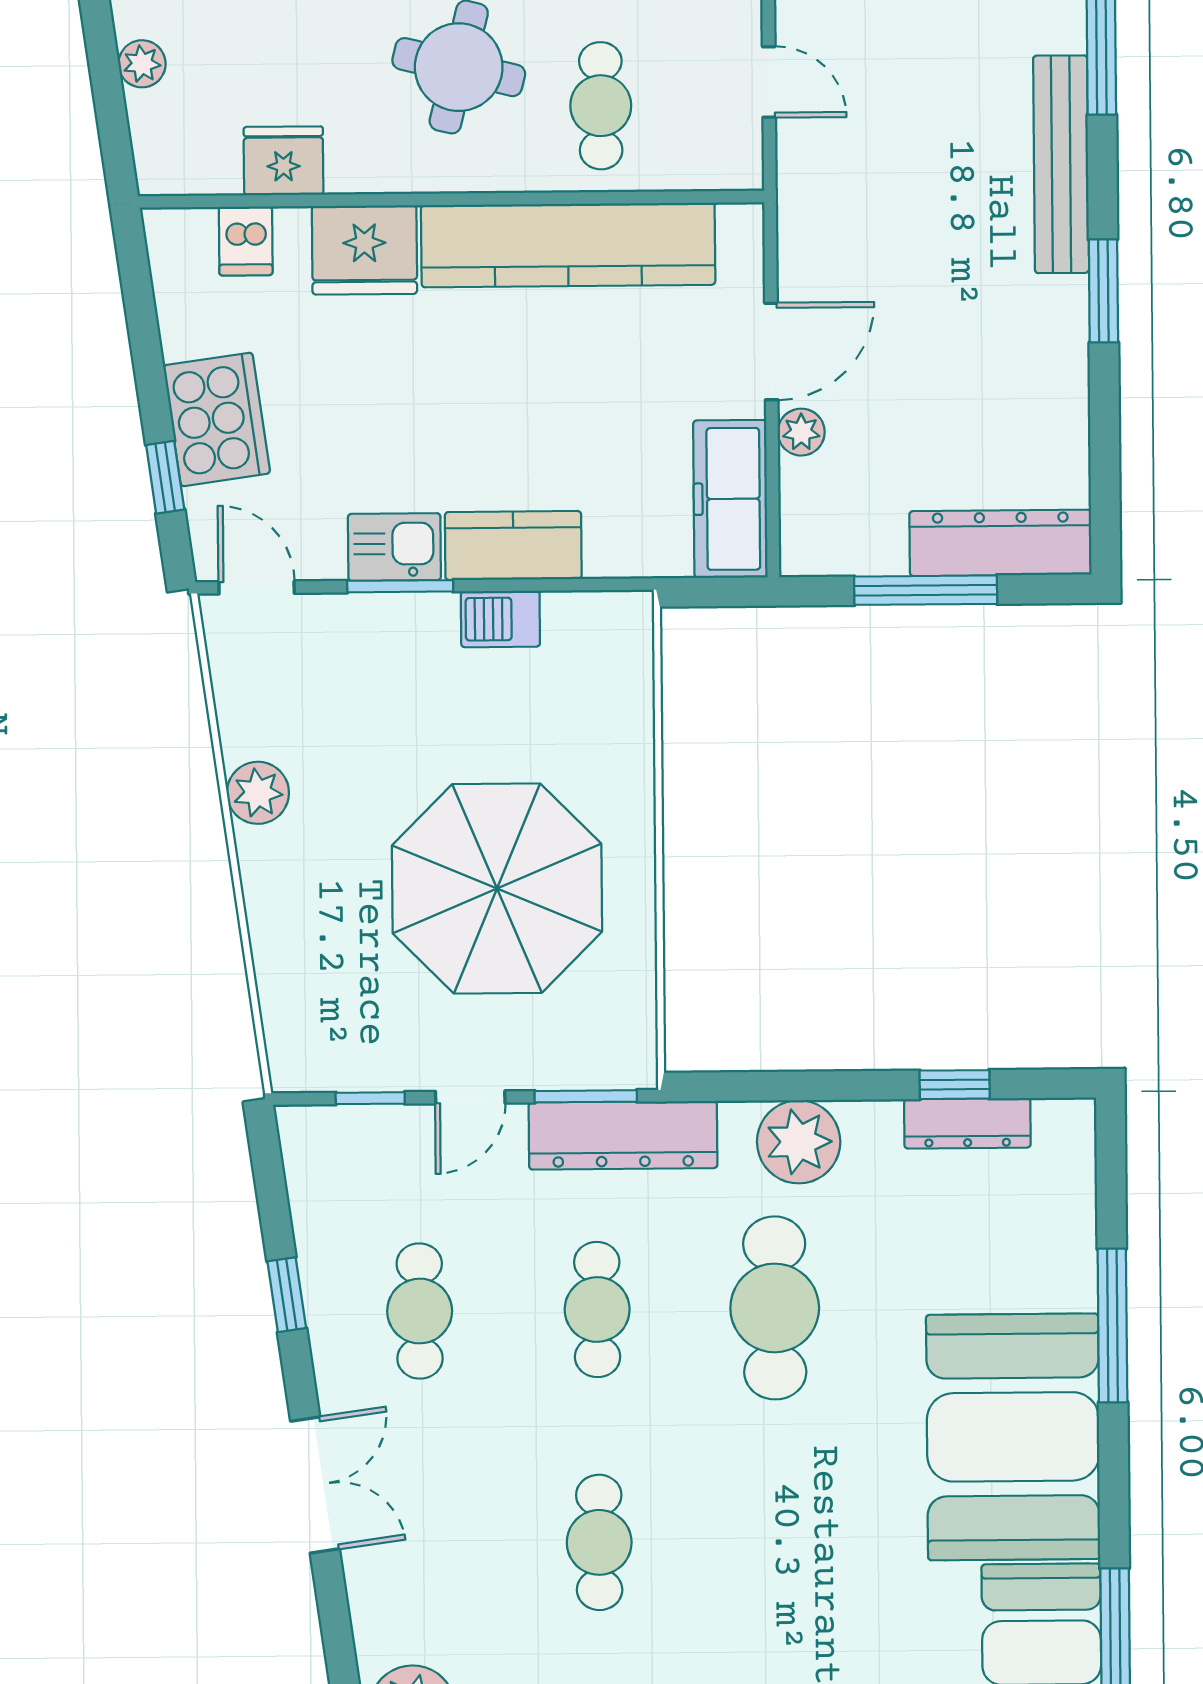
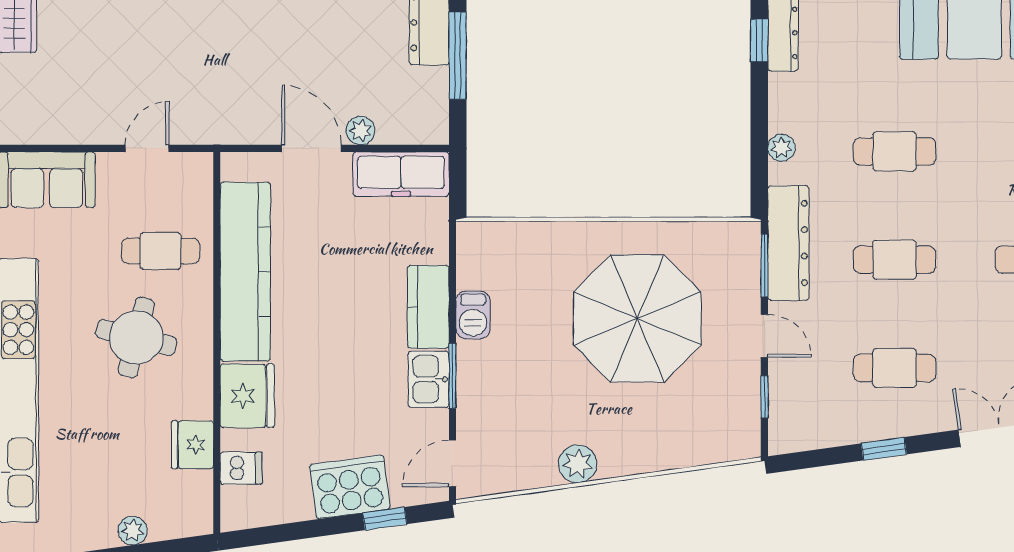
plant: (799, 1142) -> (781, 148), width x0.53, depth x0.53
cafe table: (775, 1308) -> (895, 151), width x0.73, depth x0.74

